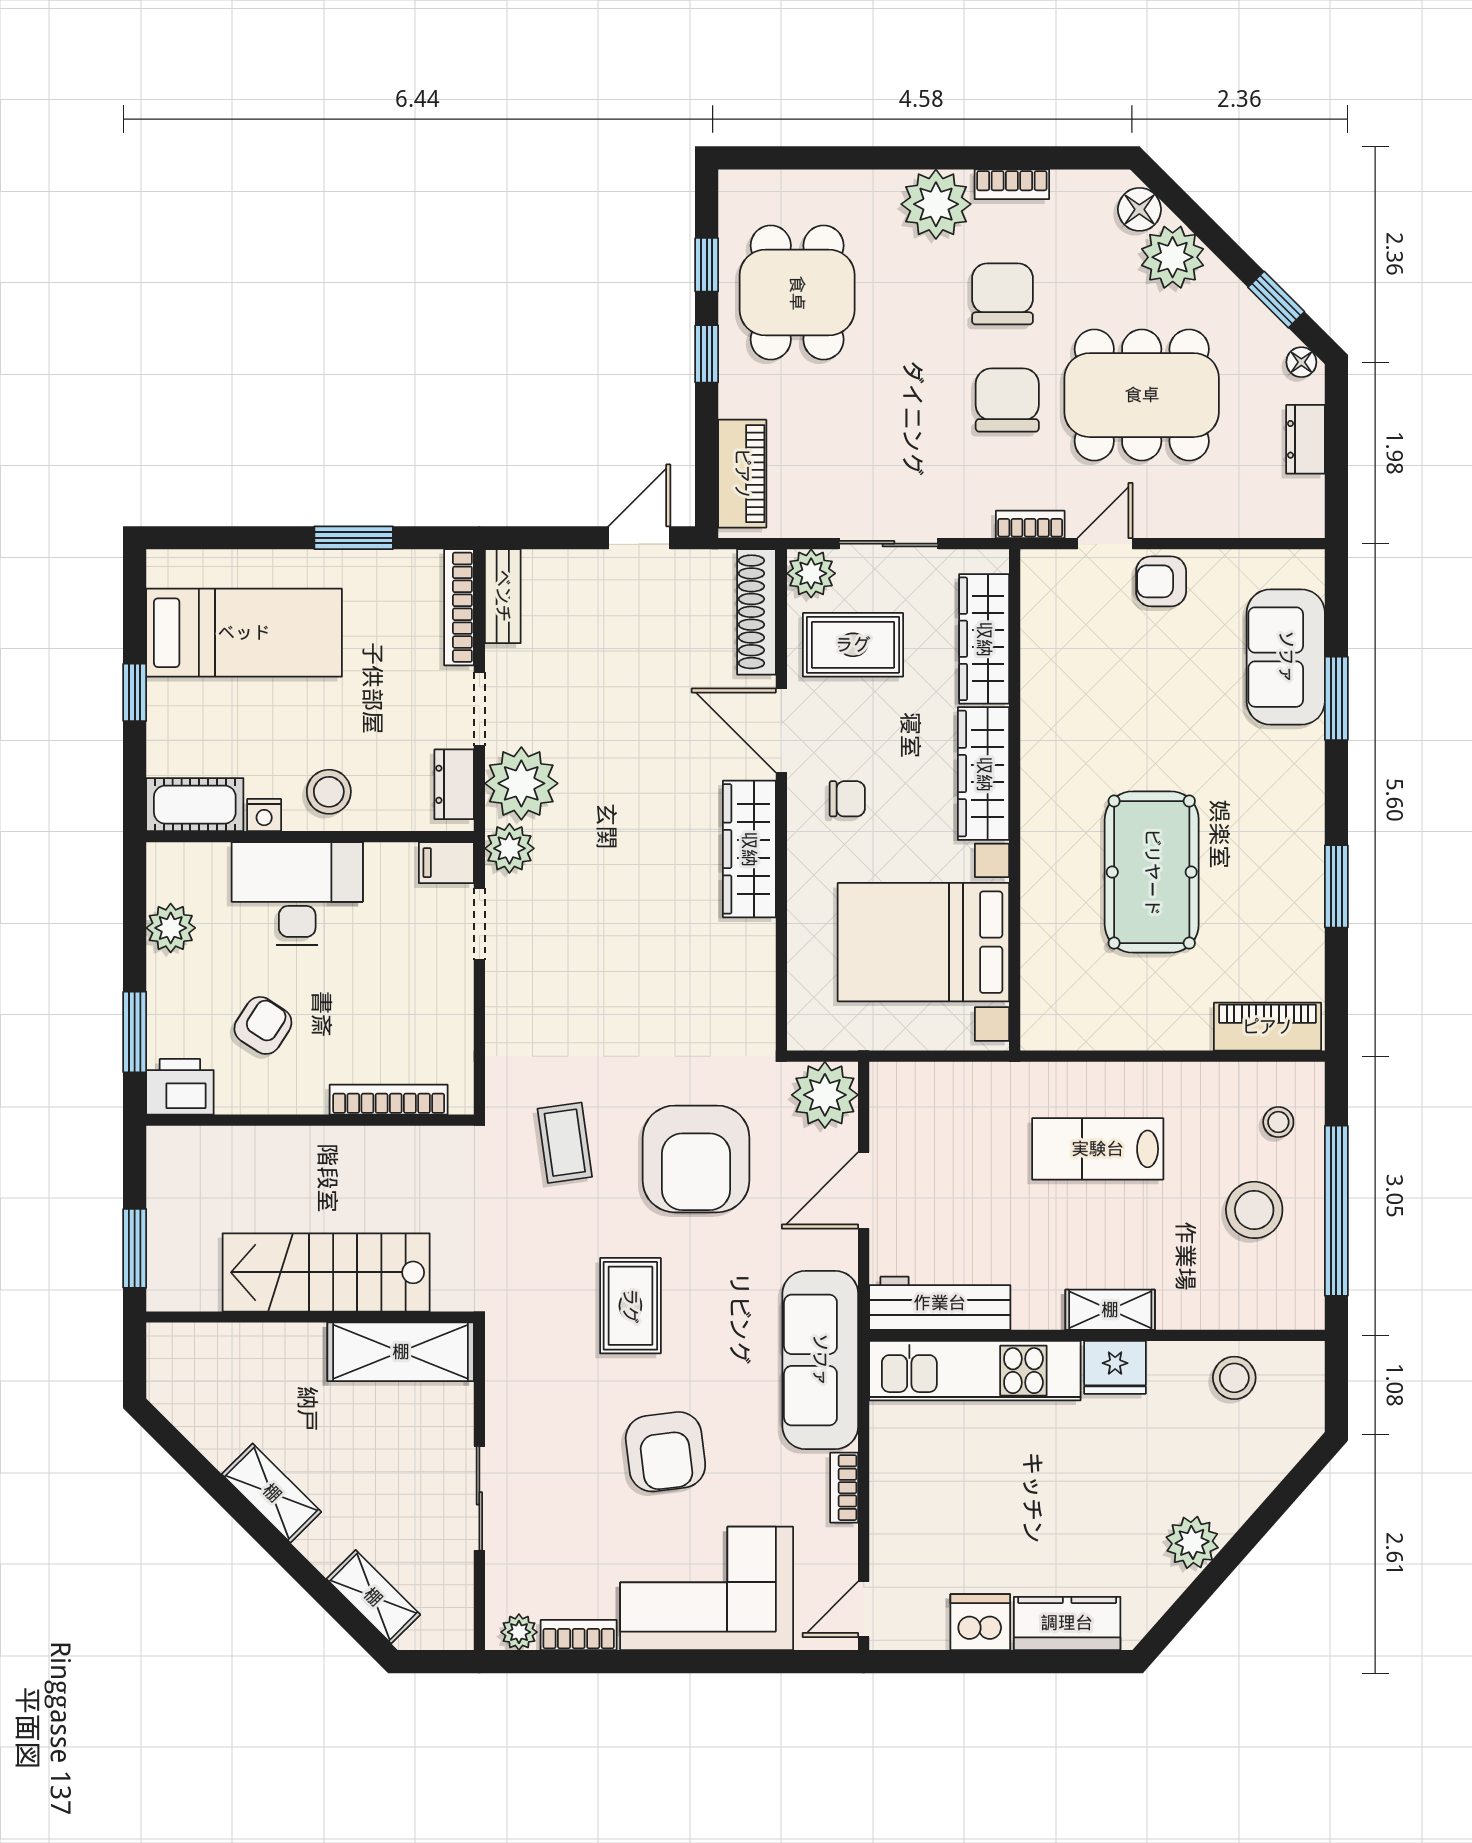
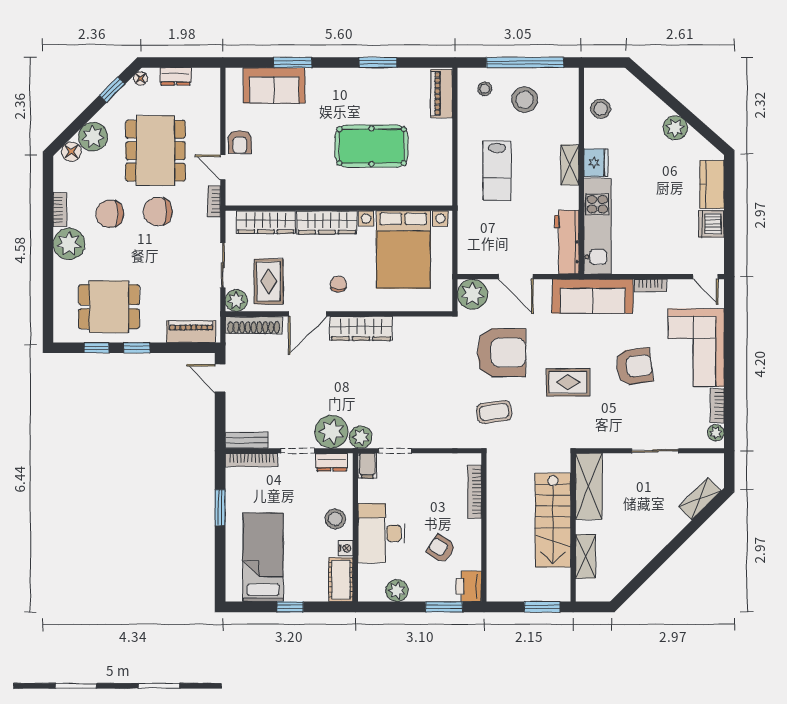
shelving: (272, 1493) -> (586, 556), moved, turned -45

